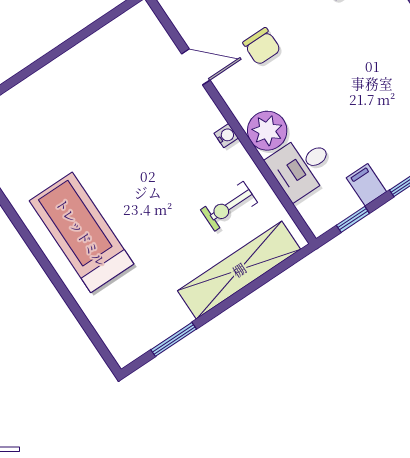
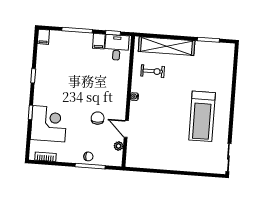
plant: (267, 131) -> (118, 146), moved, width x0.53, depth x0.53
desk: (302, 166) -> (117, 47), moved, turned -90
treadmill: (81, 232) -> (202, 116), moved

